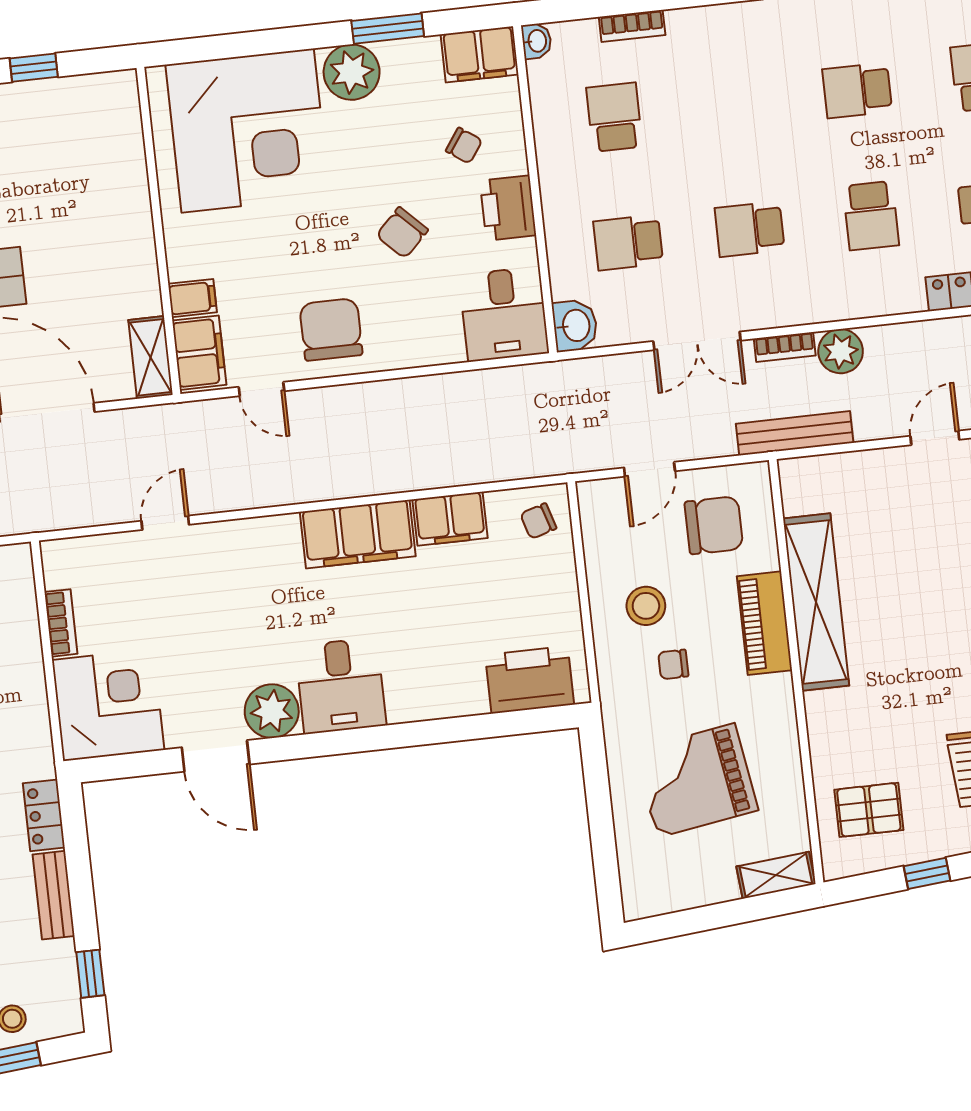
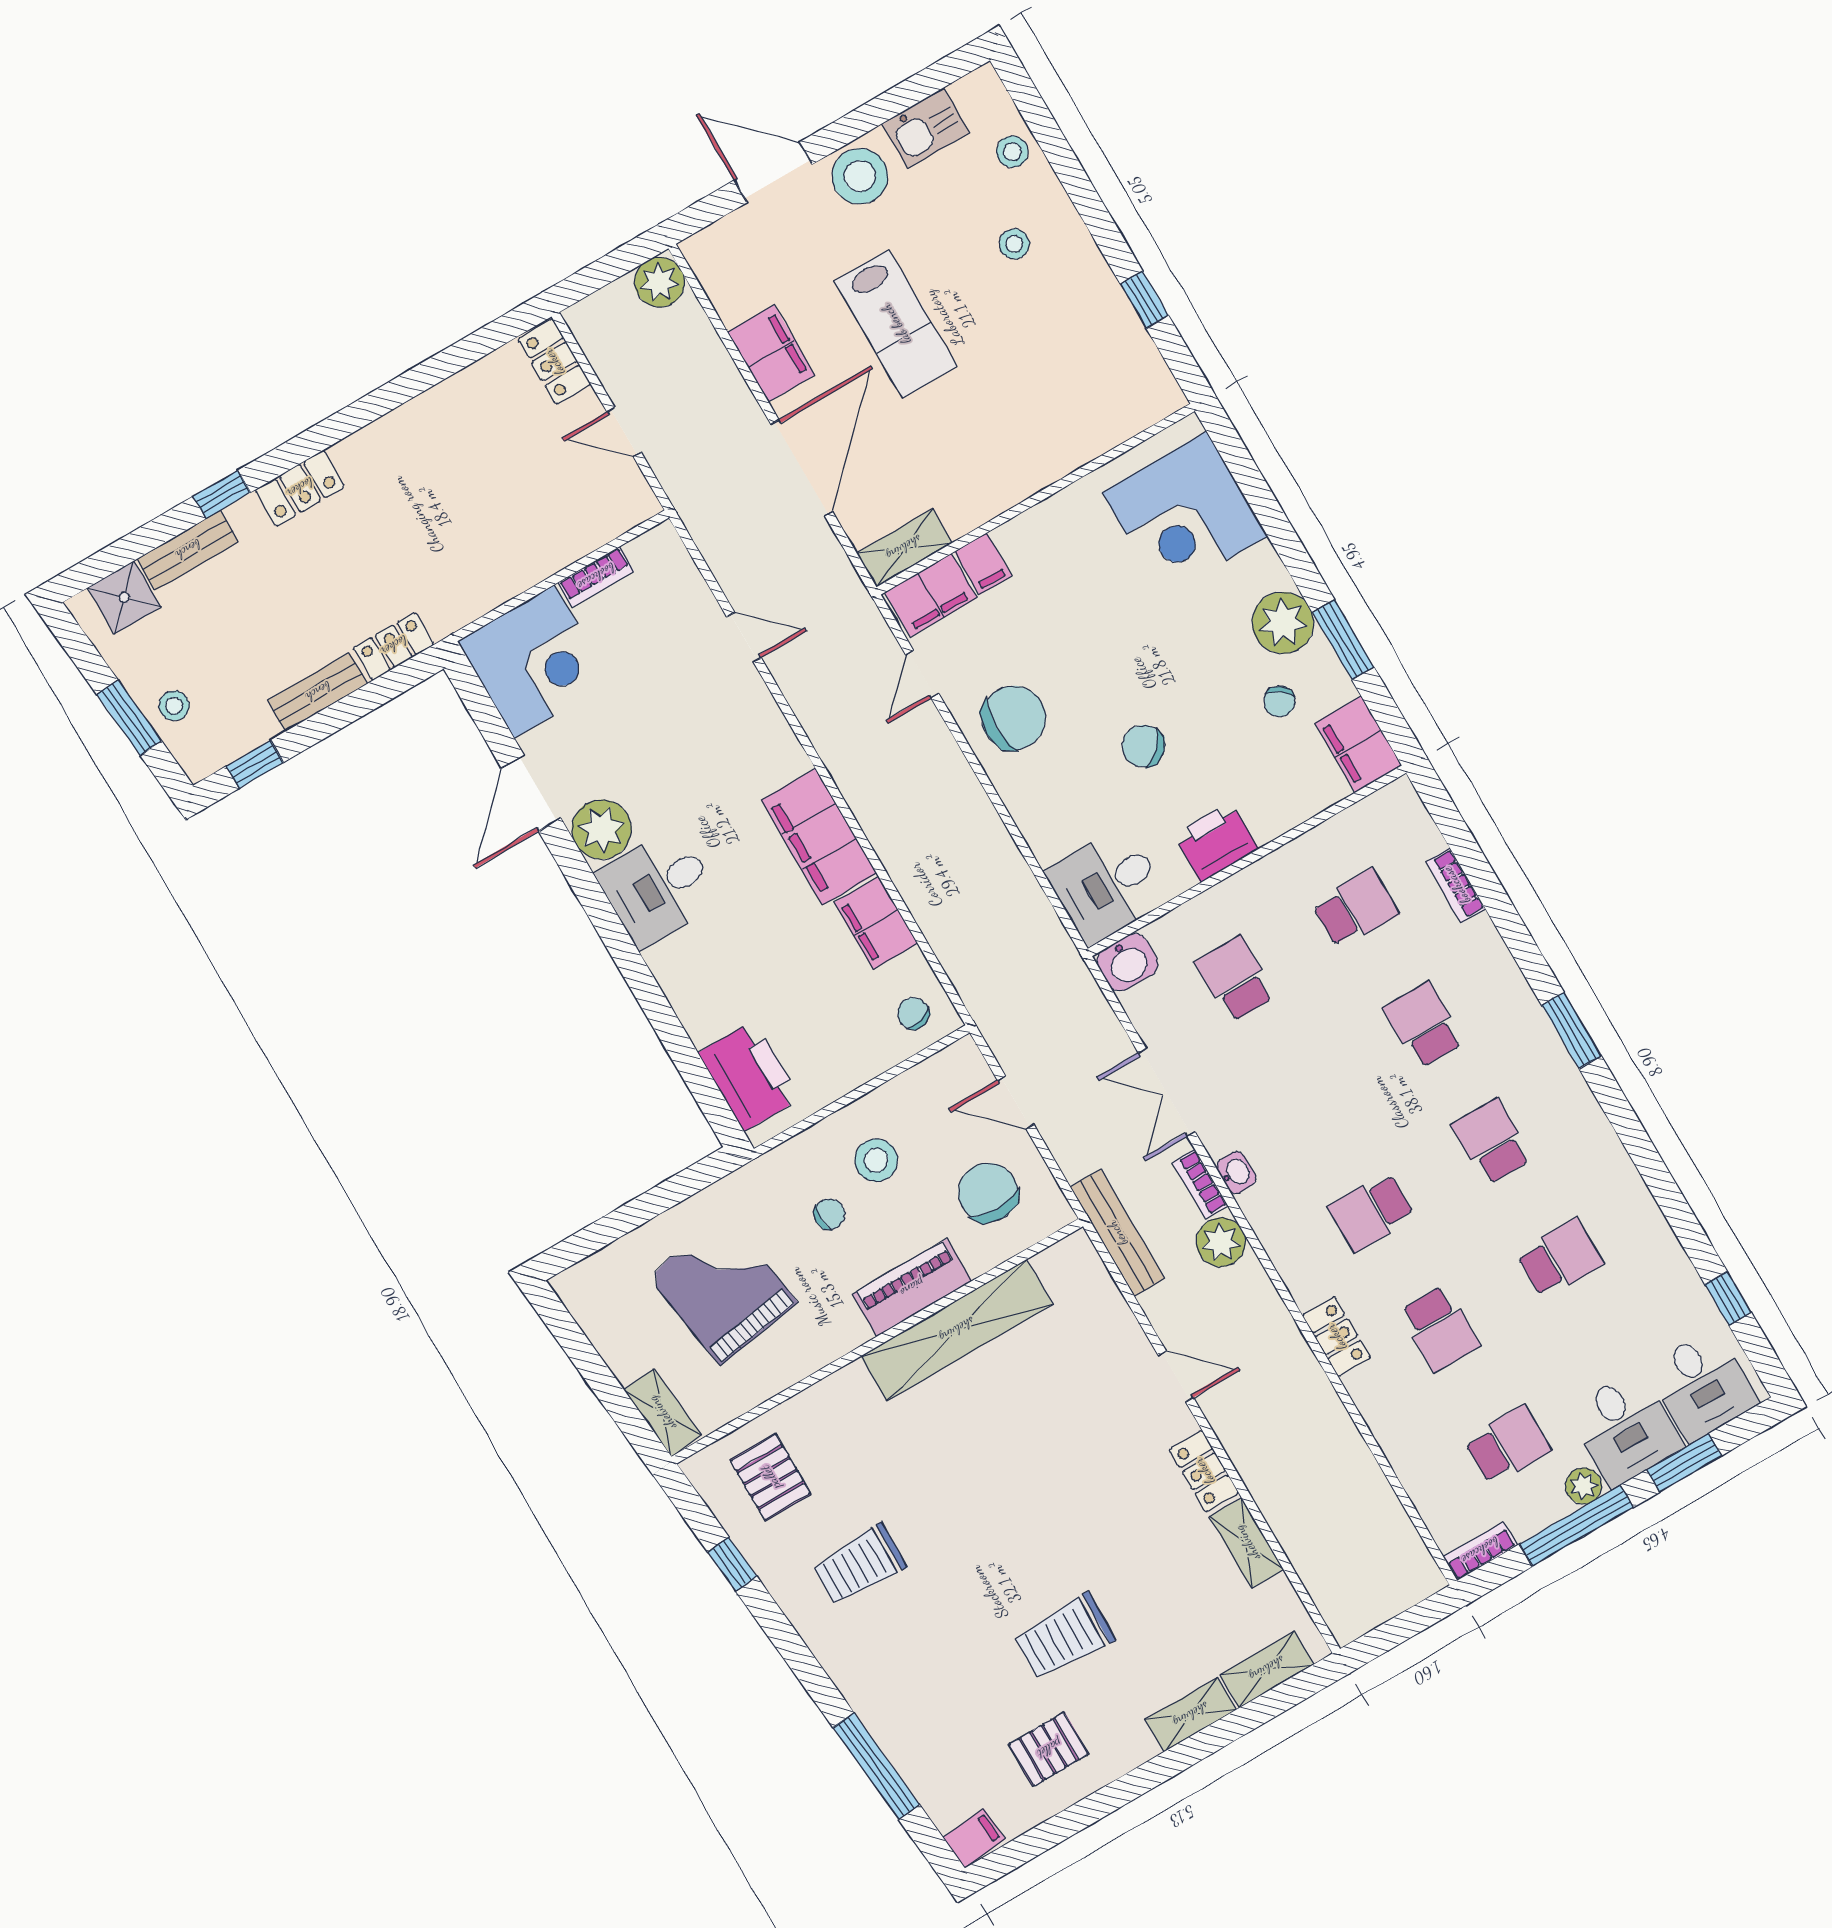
washbasin: (536, 41) -> (1236, 1173), moved, turned -90
corner desk: (248, 131) -> (1185, 514), width x0.74, depth x0.74
chair: (464, 146) -> (1279, 701), moved
school desk: (750, 229) -> (1424, 1025), moved
chair: (714, 525) -> (988, 1192), turned 180
chair: (673, 664) -> (829, 1214), turned 90

